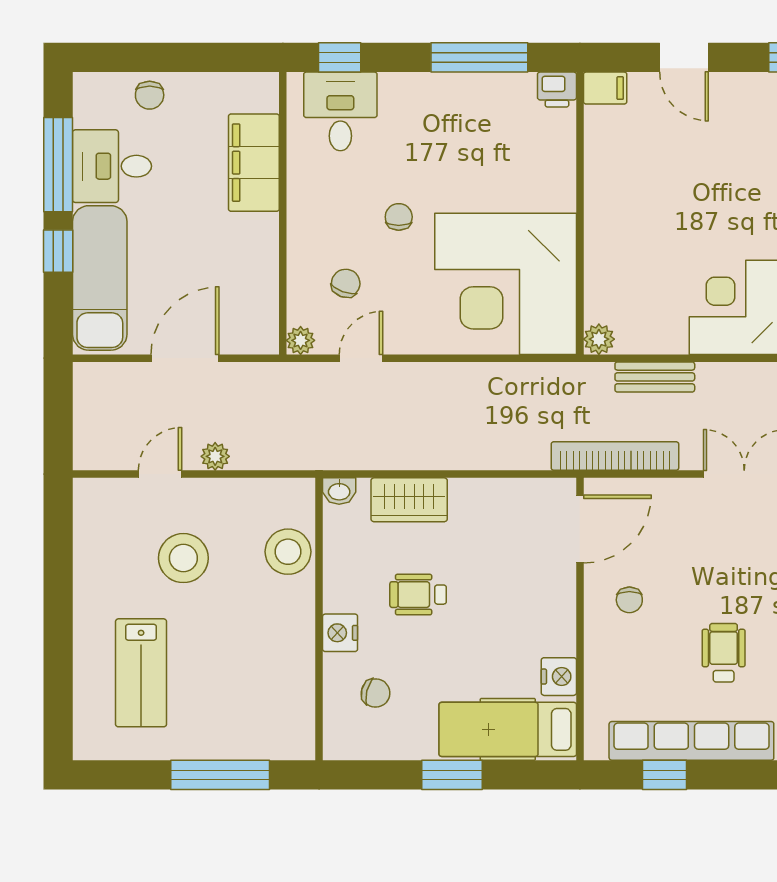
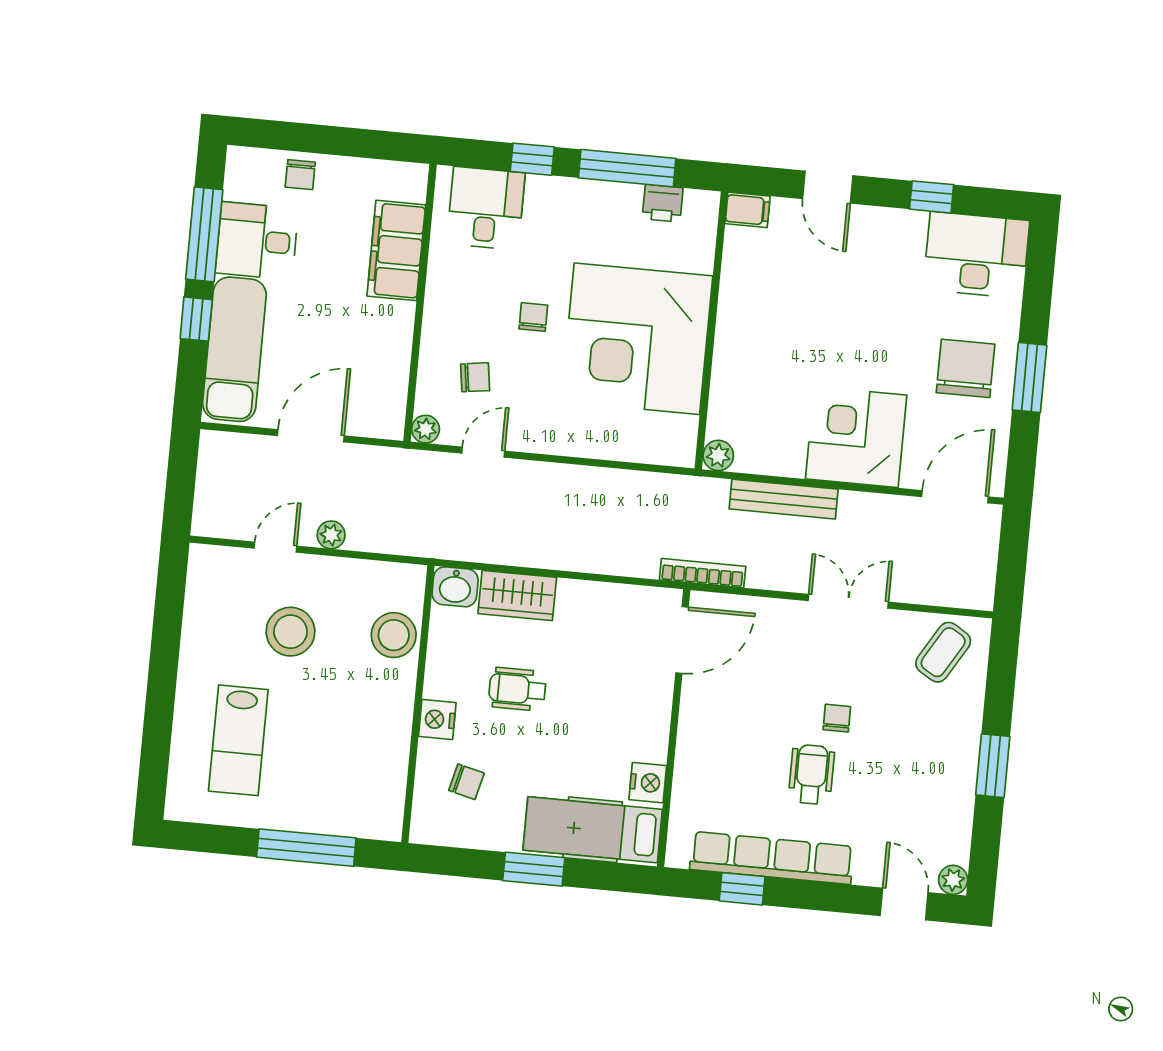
window: (340, 57) -> (532, 159), moved
printer: (557, 90) -> (663, 203), moved
chair: (346, 283) -> (475, 377), turned 62
corner desk: (506, 284) -> (637, 339), moved
bench: (655, 377) -> (784, 499), width x1.36
bookcase: (615, 456) -> (703, 573), width x0.68, depth x0.76
washbasin: (339, 491) -> (455, 587), width x1.38, depth x1.45
chair: (629, 600) -> (837, 718), moved, turned 180

